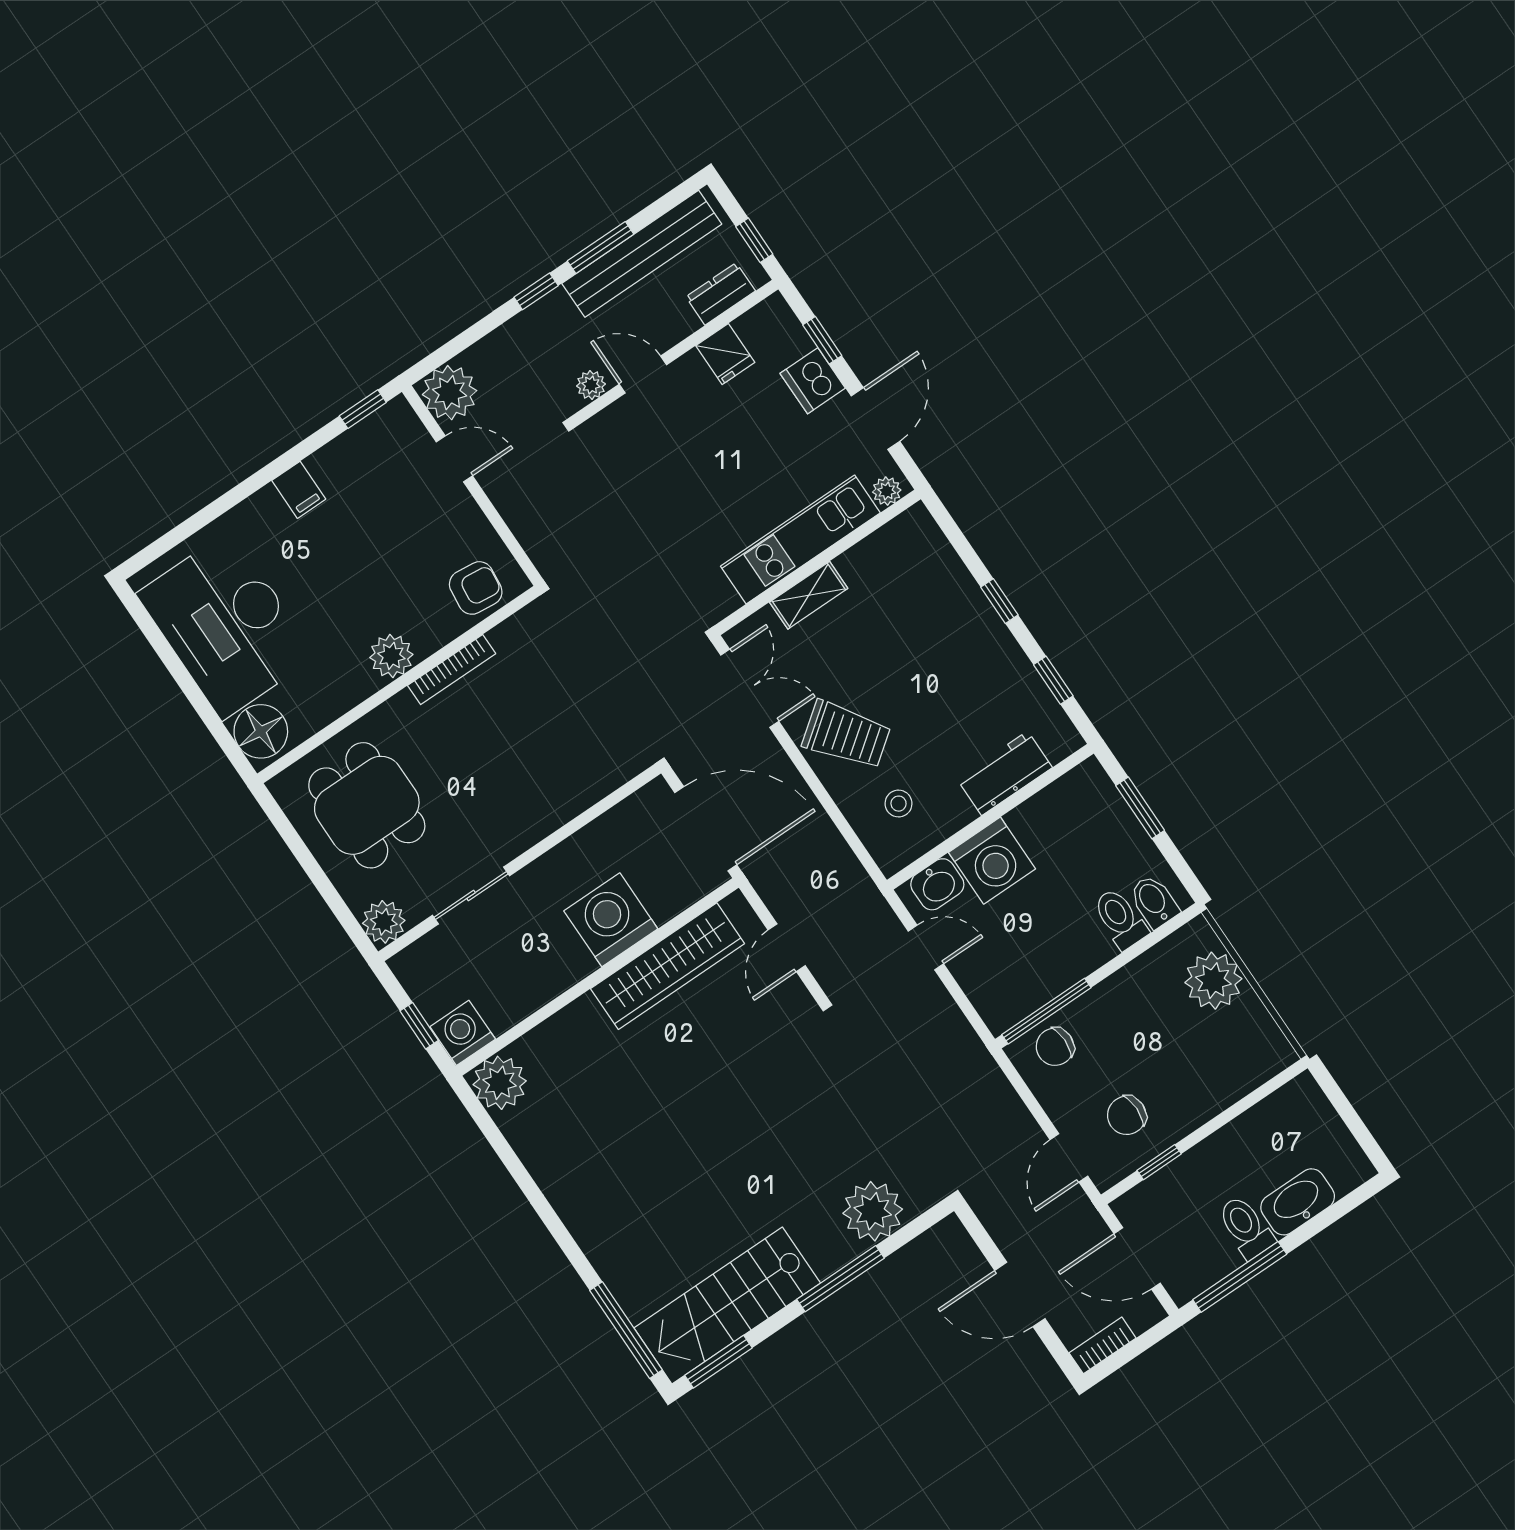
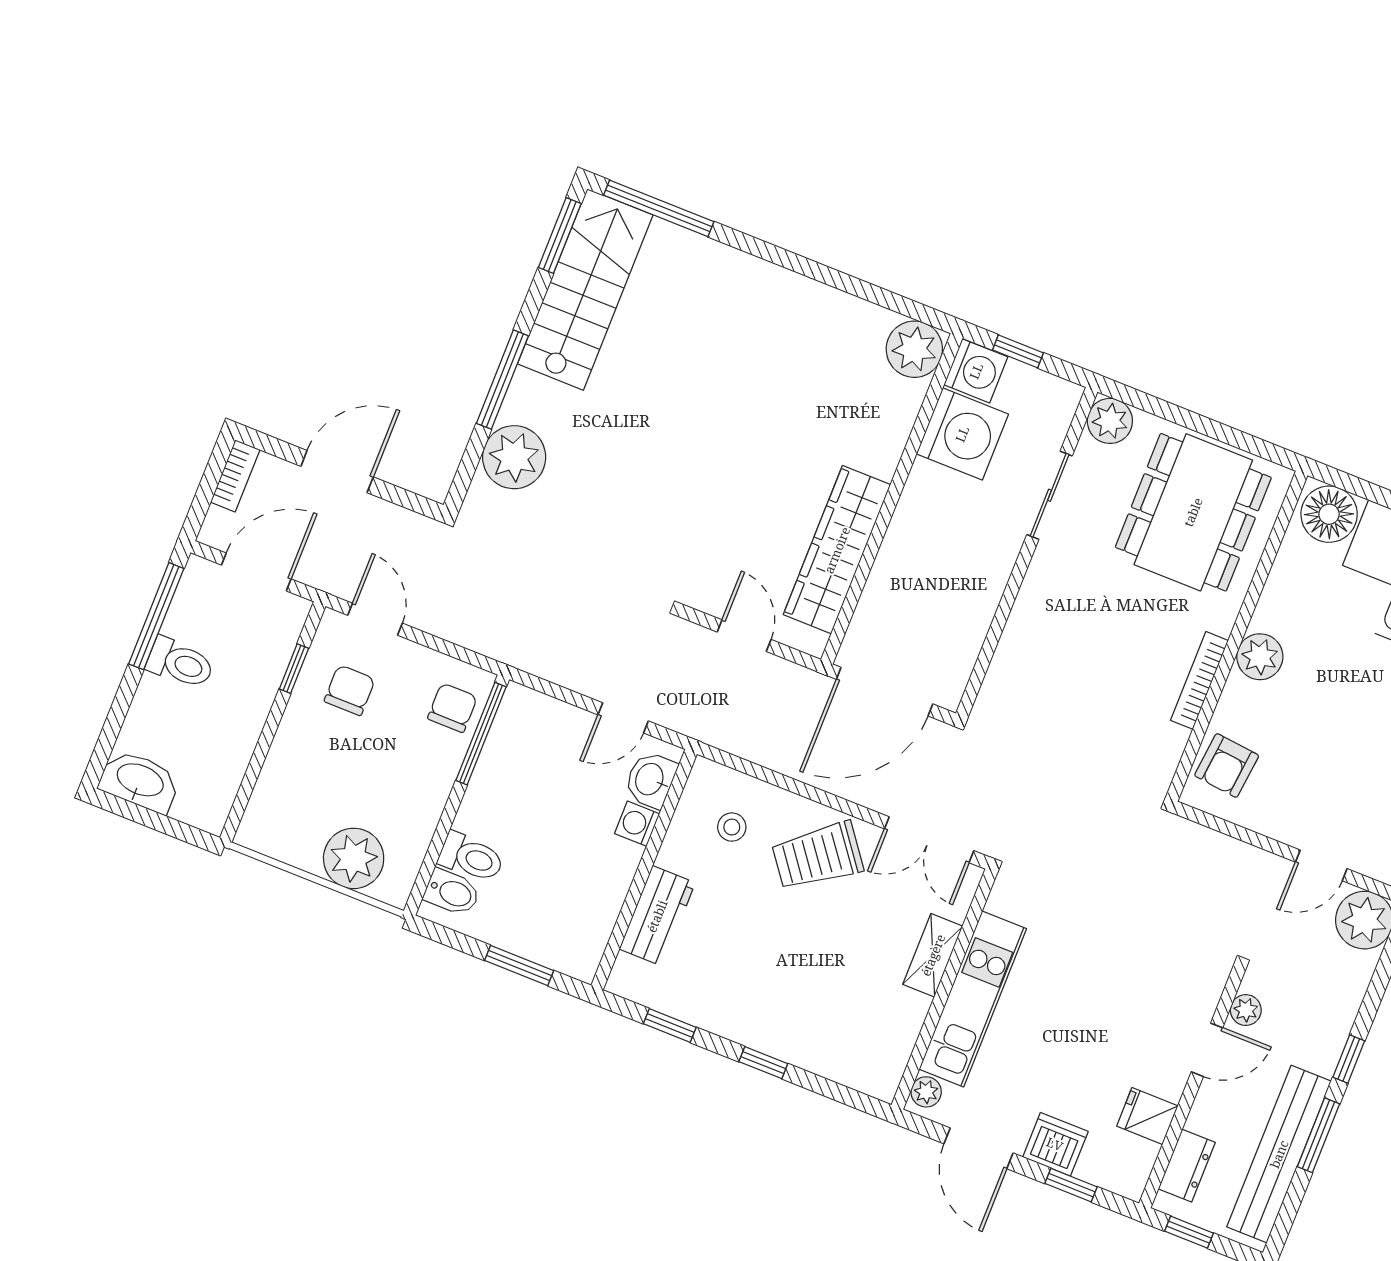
dining table: (367, 805) -> (1193, 512), width x1.37
washing machine: (992, 861) -> (637, 824), width x0.53, depth x0.53
washing machine: (611, 920) -> (962, 434), moved
washbasin: (1298, 1202) -> (140, 781), moved, turned -90

